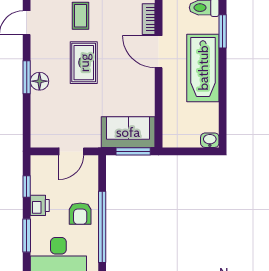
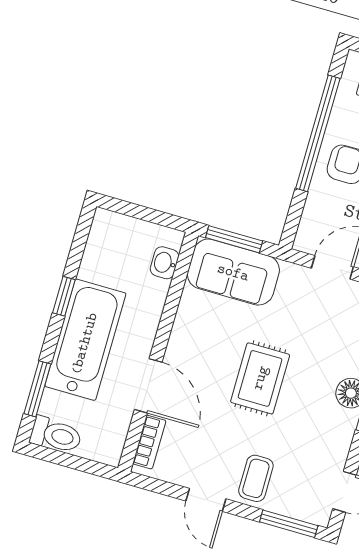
rug: (84, 63) -> (260, 378), moved
window: (223, 90) -> (64, 296), added
washbasin: (210, 140) -> (164, 263), moved, turned 90

